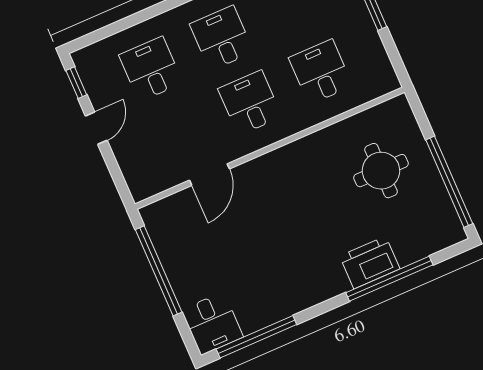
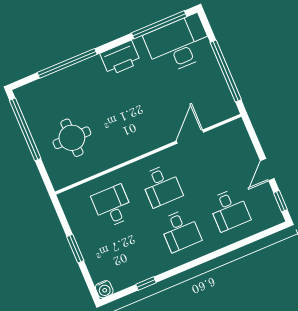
desk: (321, 72) -> (112, 206), turned 180
printer: (370, 262) -> (120, 58), moved
desk: (212, 324) -> (178, 44), width x1.87, depth x1.30

